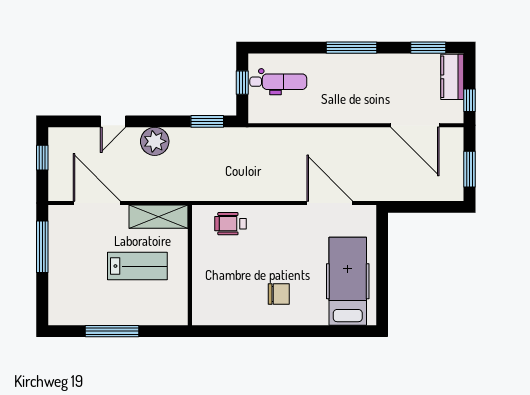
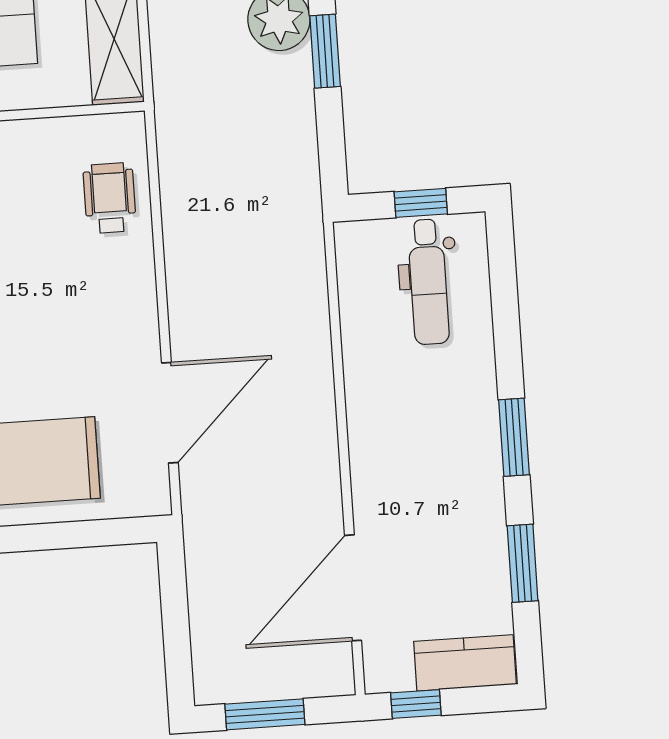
window: (351, 48) -> (514, 437), width x0.69
window: (428, 48) -> (523, 563), moved
window: (207, 121) -> (325, 51), moved

